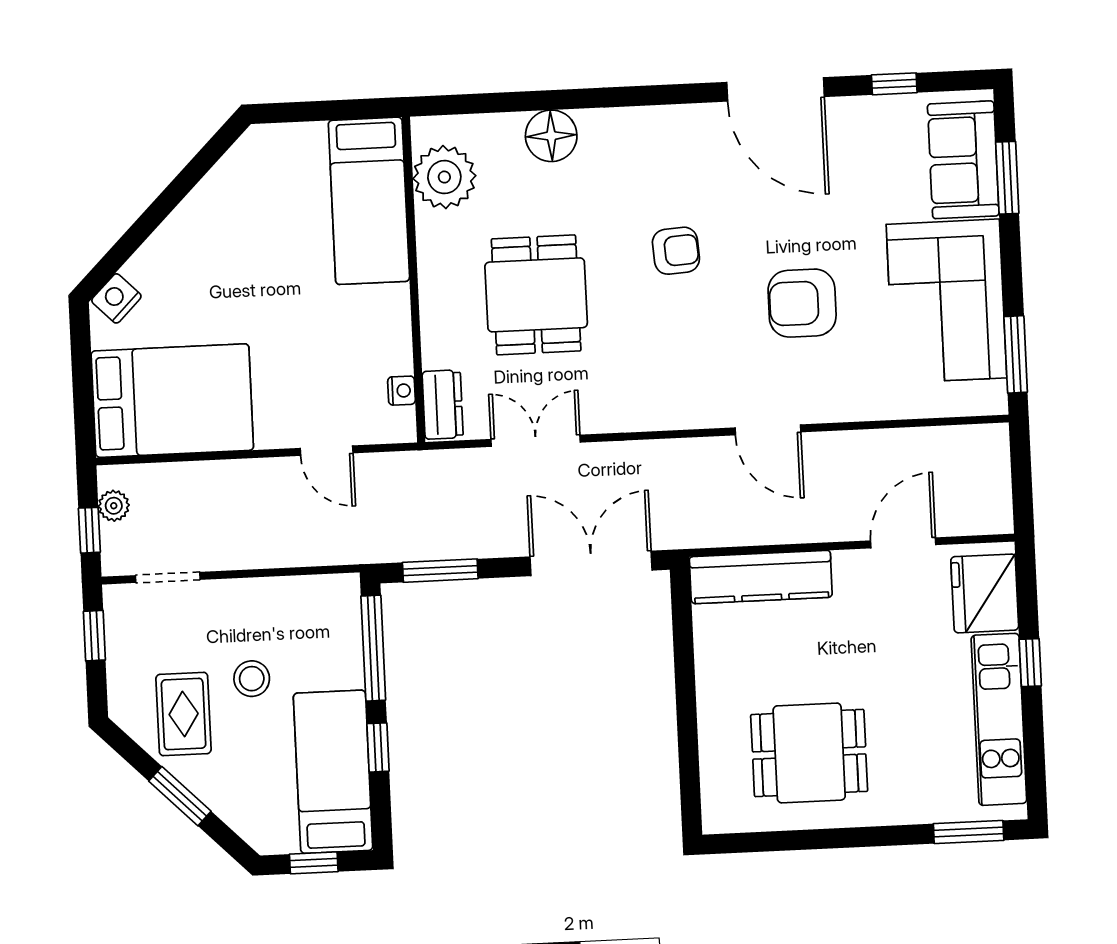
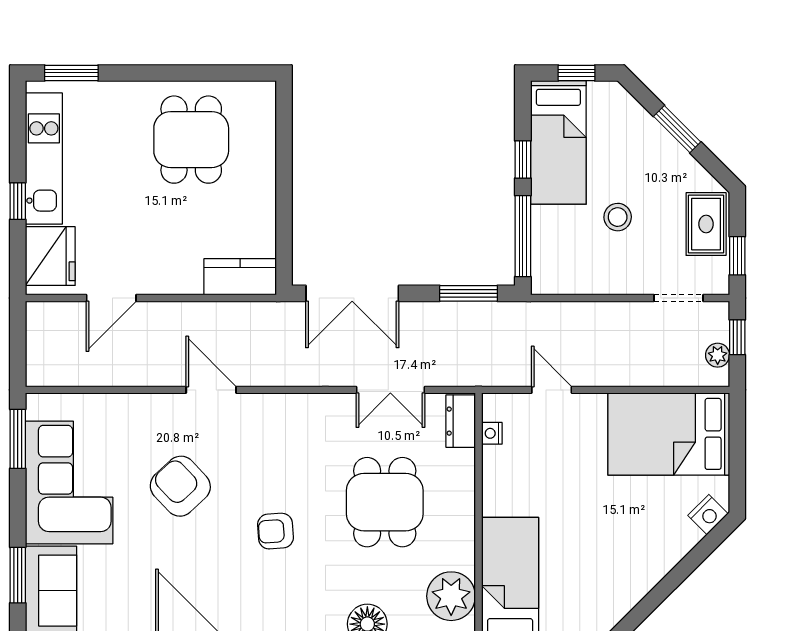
armchair: (802, 303) -> (180, 486), turned -133
kitchen counter: (761, 577) -> (240, 277), width x0.67
rug: (184, 714) -> (706, 224), moved
dining table: (809, 753) -> (191, 140), turned 90

